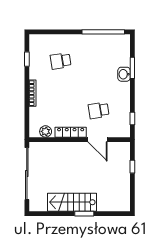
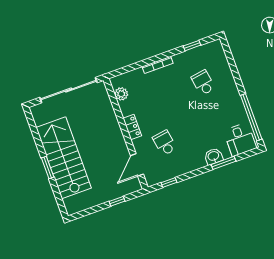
desk: (118, 48) -> (240, 139), added
locker: (71, 132) -> (132, 127), width x0.66
door: (98, 140) -> (137, 165), moved
stairs: (72, 202) -> (64, 158), width x1.36, depth x1.51

